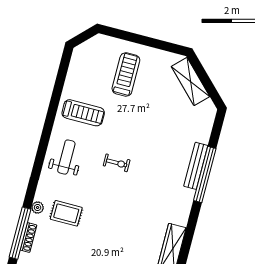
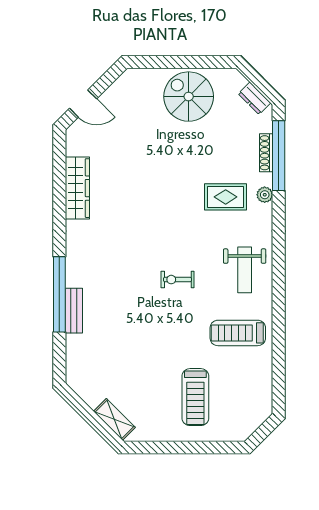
shelving: (191, 82) -> (114, 419), width x0.67, depth x0.75
bench: (196, 166) -> (74, 311), width x0.73

